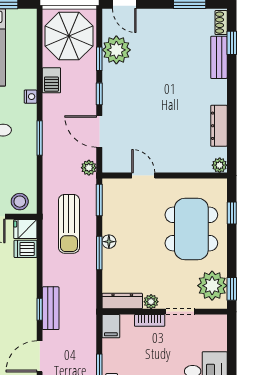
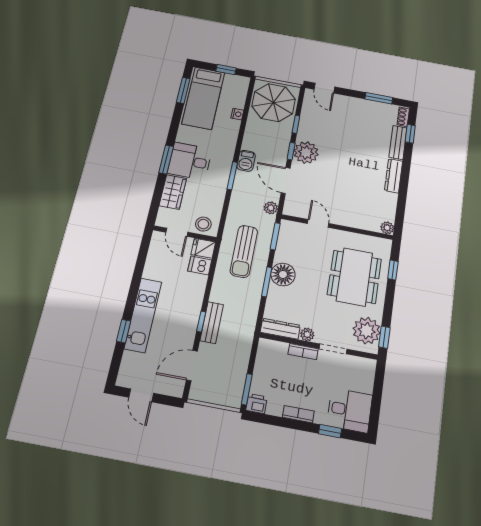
plant: (116, 50) -> (306, 152), moved
barbecue: (51, 80) -> (246, 161), moved
nightstand: (31, 97) -> (237, 114), moved
dresser: (219, 126) -> (394, 176), moved
floor lamp: (109, 242) -> (283, 274), width x1.89, depth x1.89
filing cabinet: (111, 326) -> (265, 350), removed

